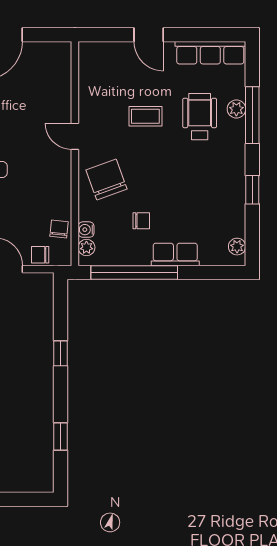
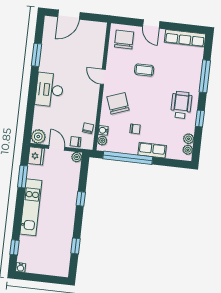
chair: (104, 67) -> (124, 39), added
plant: (236, 109) -> (189, 139), moved
wheelchair: (200, 117) -> (181, 105), moved
plant: (45, 281) -> (77, 157), added

